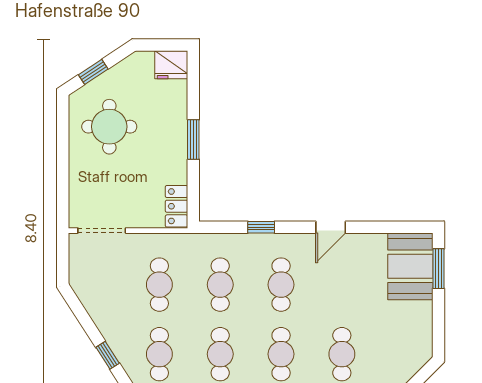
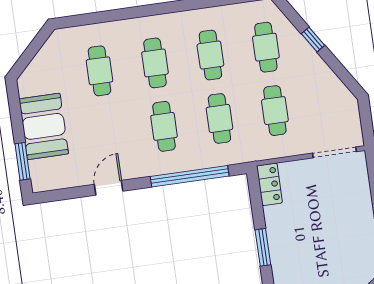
round table: (109, 127) -> (341, 248), removed
window: (261, 227) -> (190, 176), width x3.17
door: (331, 227) -> (109, 188), moved
booth: (410, 266) -> (44, 126), moved

